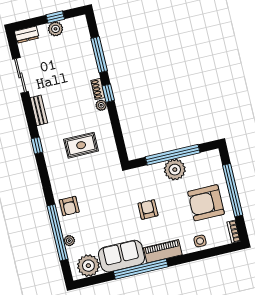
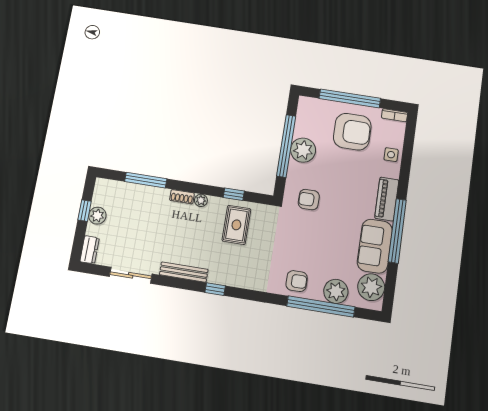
window: (108, 93) -> (234, 194), moved
bench: (39, 110) -> (184, 272), width x1.36
rug: (81, 145) -> (236, 225), moved
armchair: (206, 203) -> (352, 132), turned -90
armchair: (148, 209) -> (309, 200), moved
plant: (69, 241) -> (336, 291), width x1.88, depth x1.88

